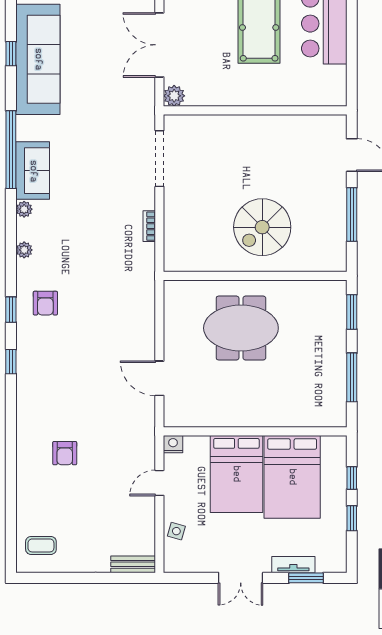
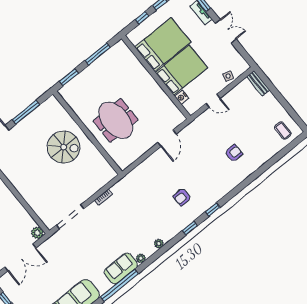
armchair: (45, 303) -> (182, 197), moved, turned 180
nightstand: (173, 444) -> (182, 97), moved

